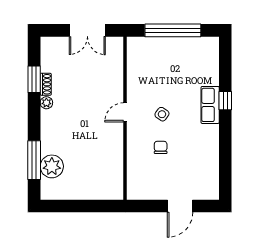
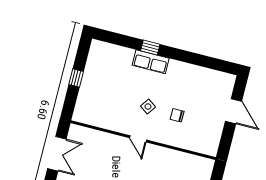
window: (173, 30) -> (76, 78), width x0.32

